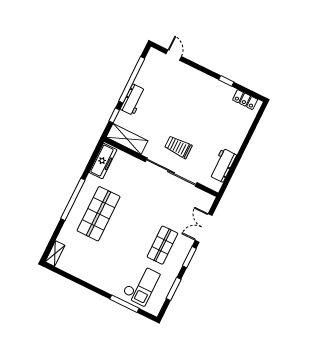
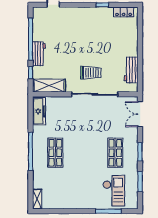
trolley: (178, 147) -> (91, 73), turned 180
shop shelf: (99, 214) -> (55, 153), width x0.70, depth x0.74
double door: (204, 228) -> (140, 114), moved

